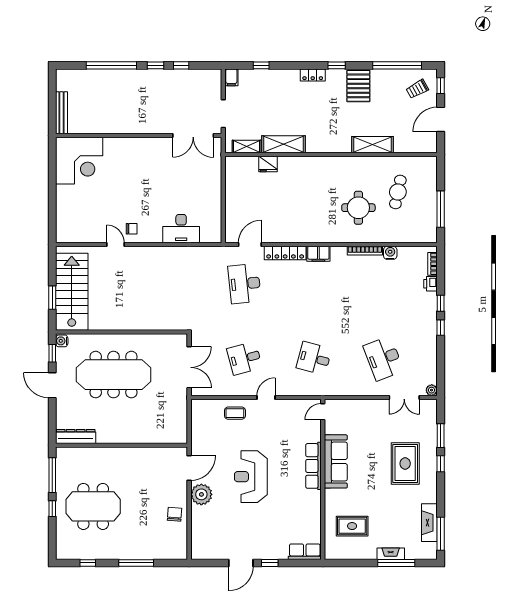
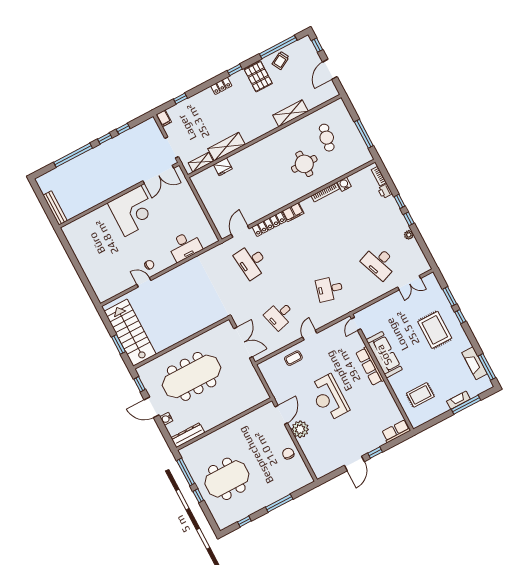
trolley: (417, 89) -> (281, 60), moved
corner desk: (79, 161) -> (133, 211), moved
water cooler: (62, 341) -> (166, 419), moved
plant: (432, 390) -> (409, 235), moved

